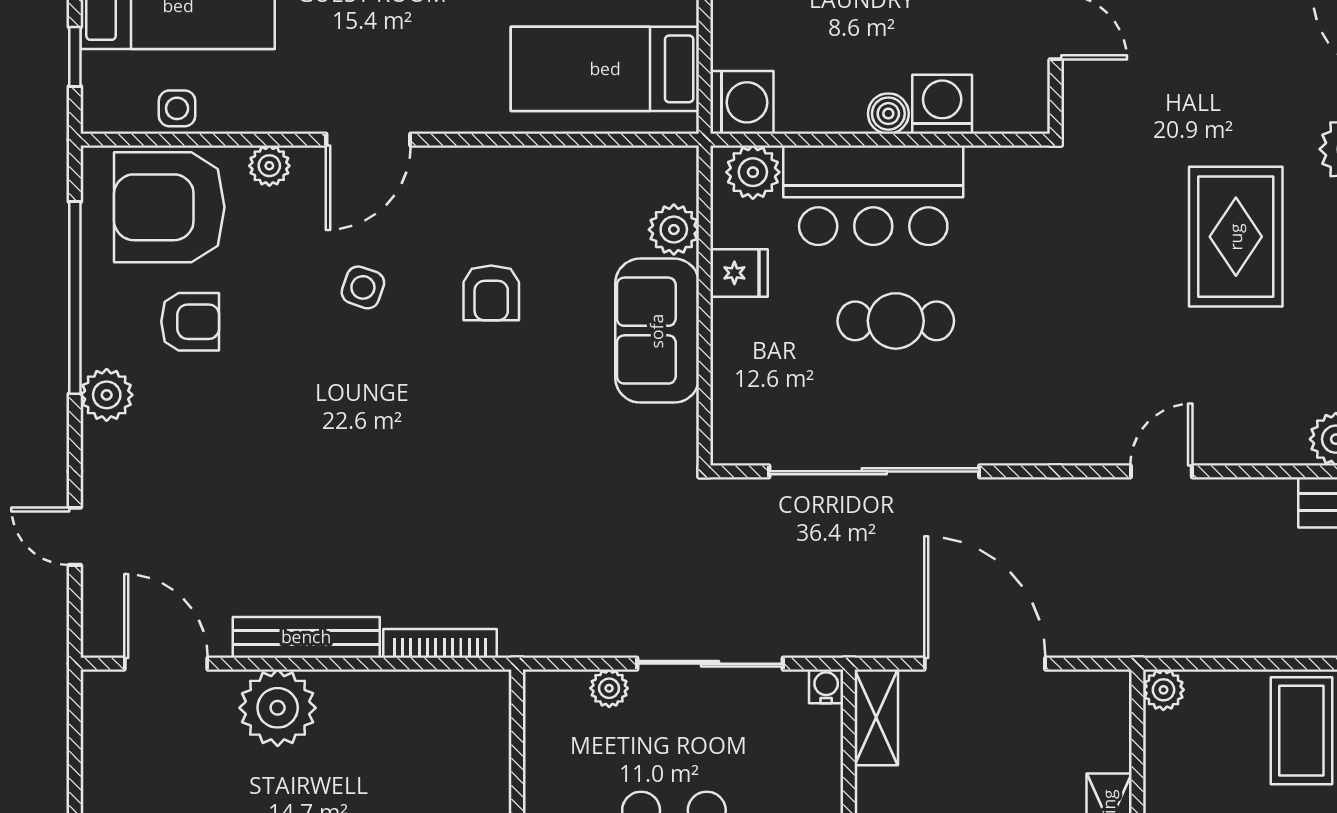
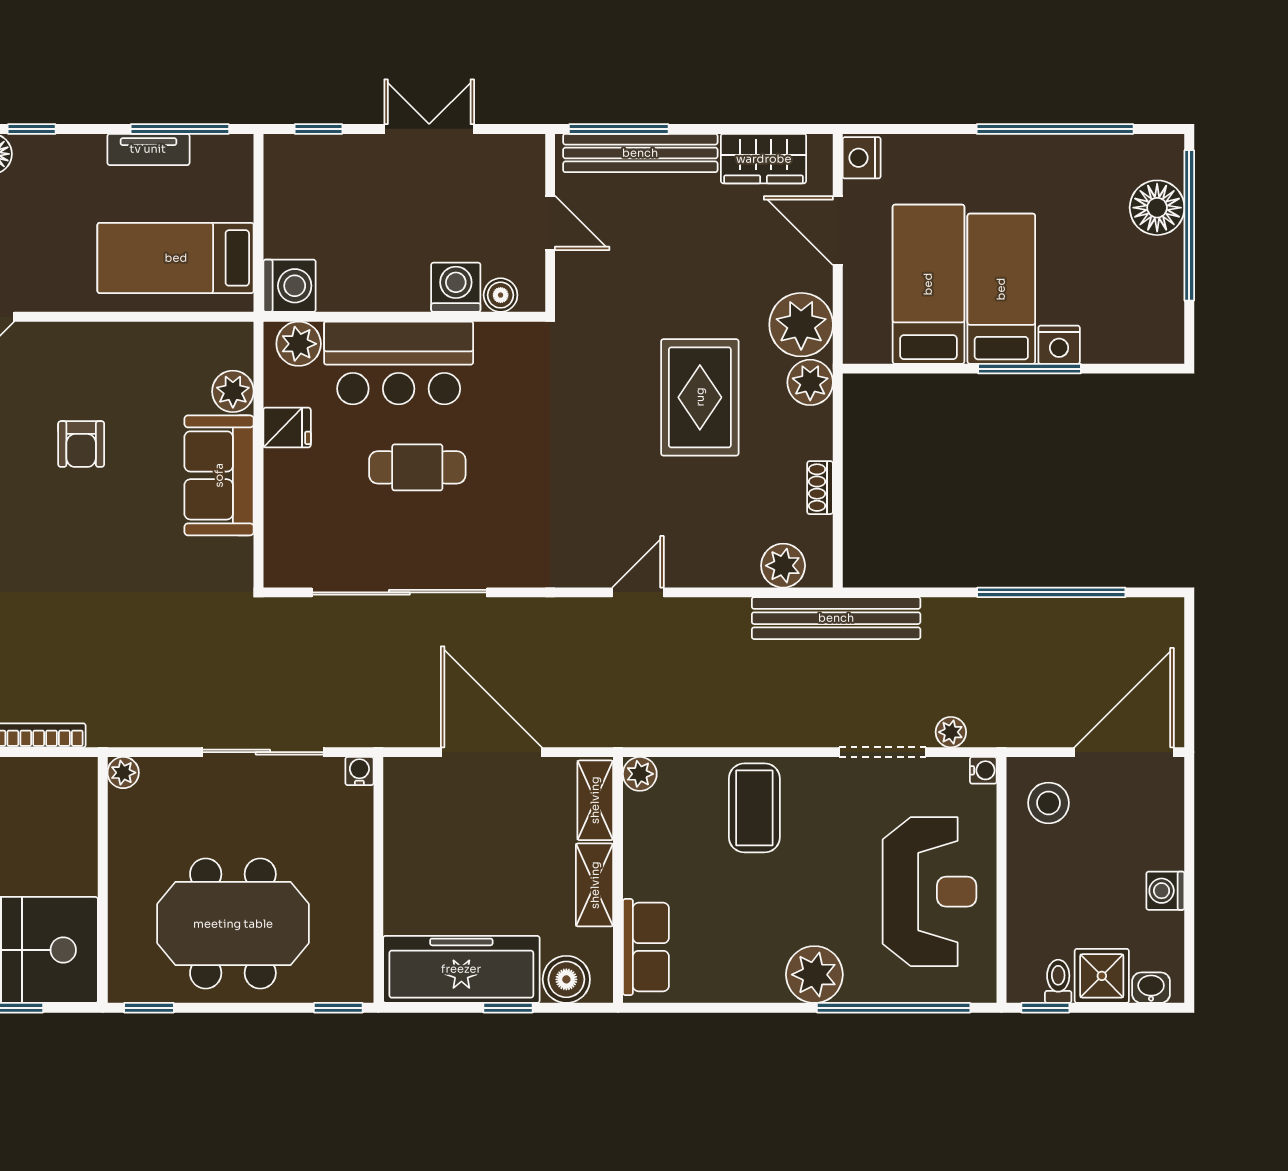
boiler: (888, 114) -> (501, 295), moved
plant: (609, 688) -> (123, 773), moved
shelving: (876, 717) -> (595, 800), moved

